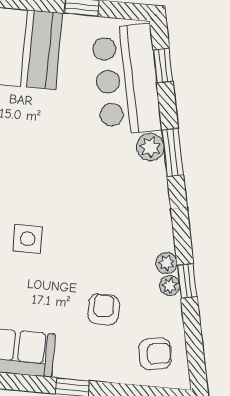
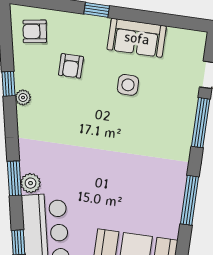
side table: (28, 239) -> (128, 85), moved
plant: (170, 286) -> (22, 81), removed

